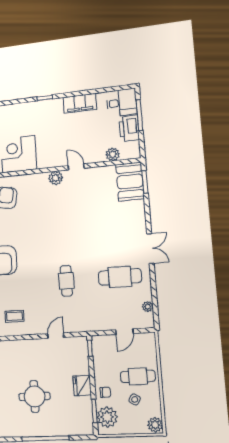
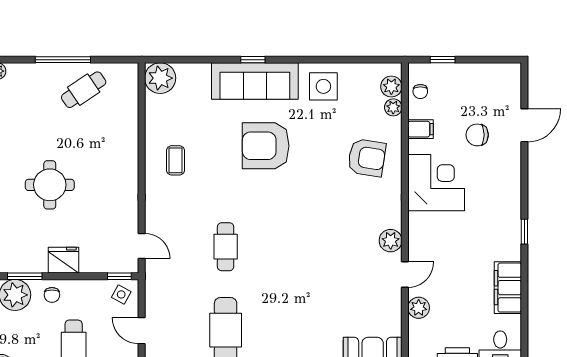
plant: (113, 154) -> (419, 308), moved
cafe table: (66, 281) -> (226, 247), turned 90
door: (56, 336) -> (142, 246), moved
side table: (135, 399) -> (121, 294), moved

